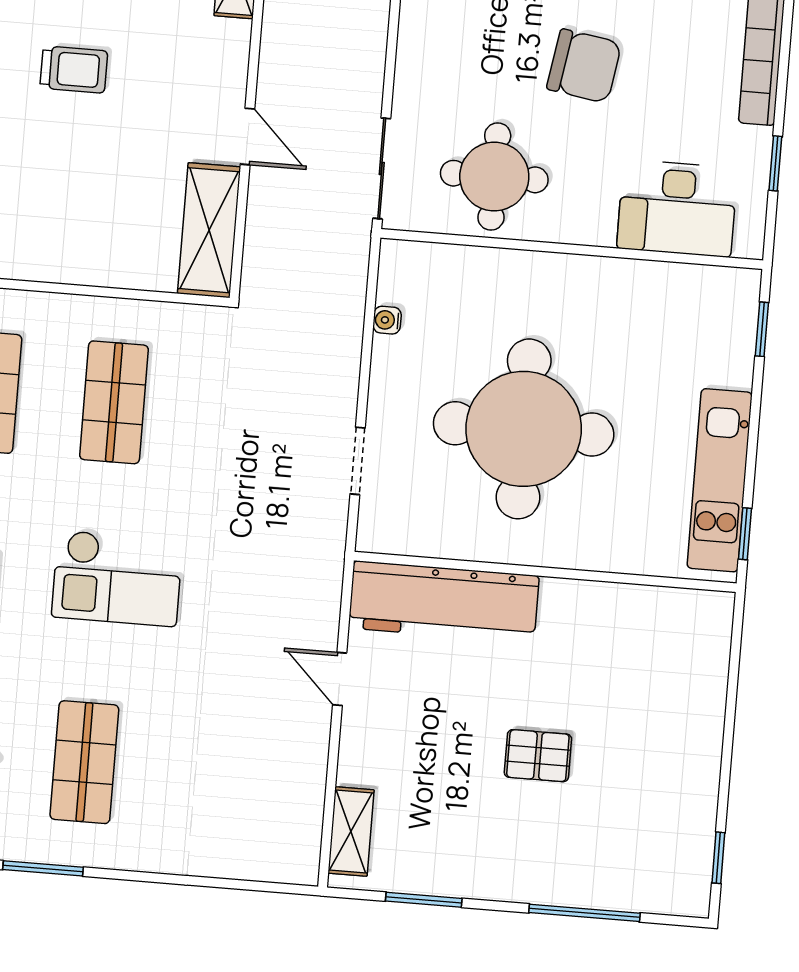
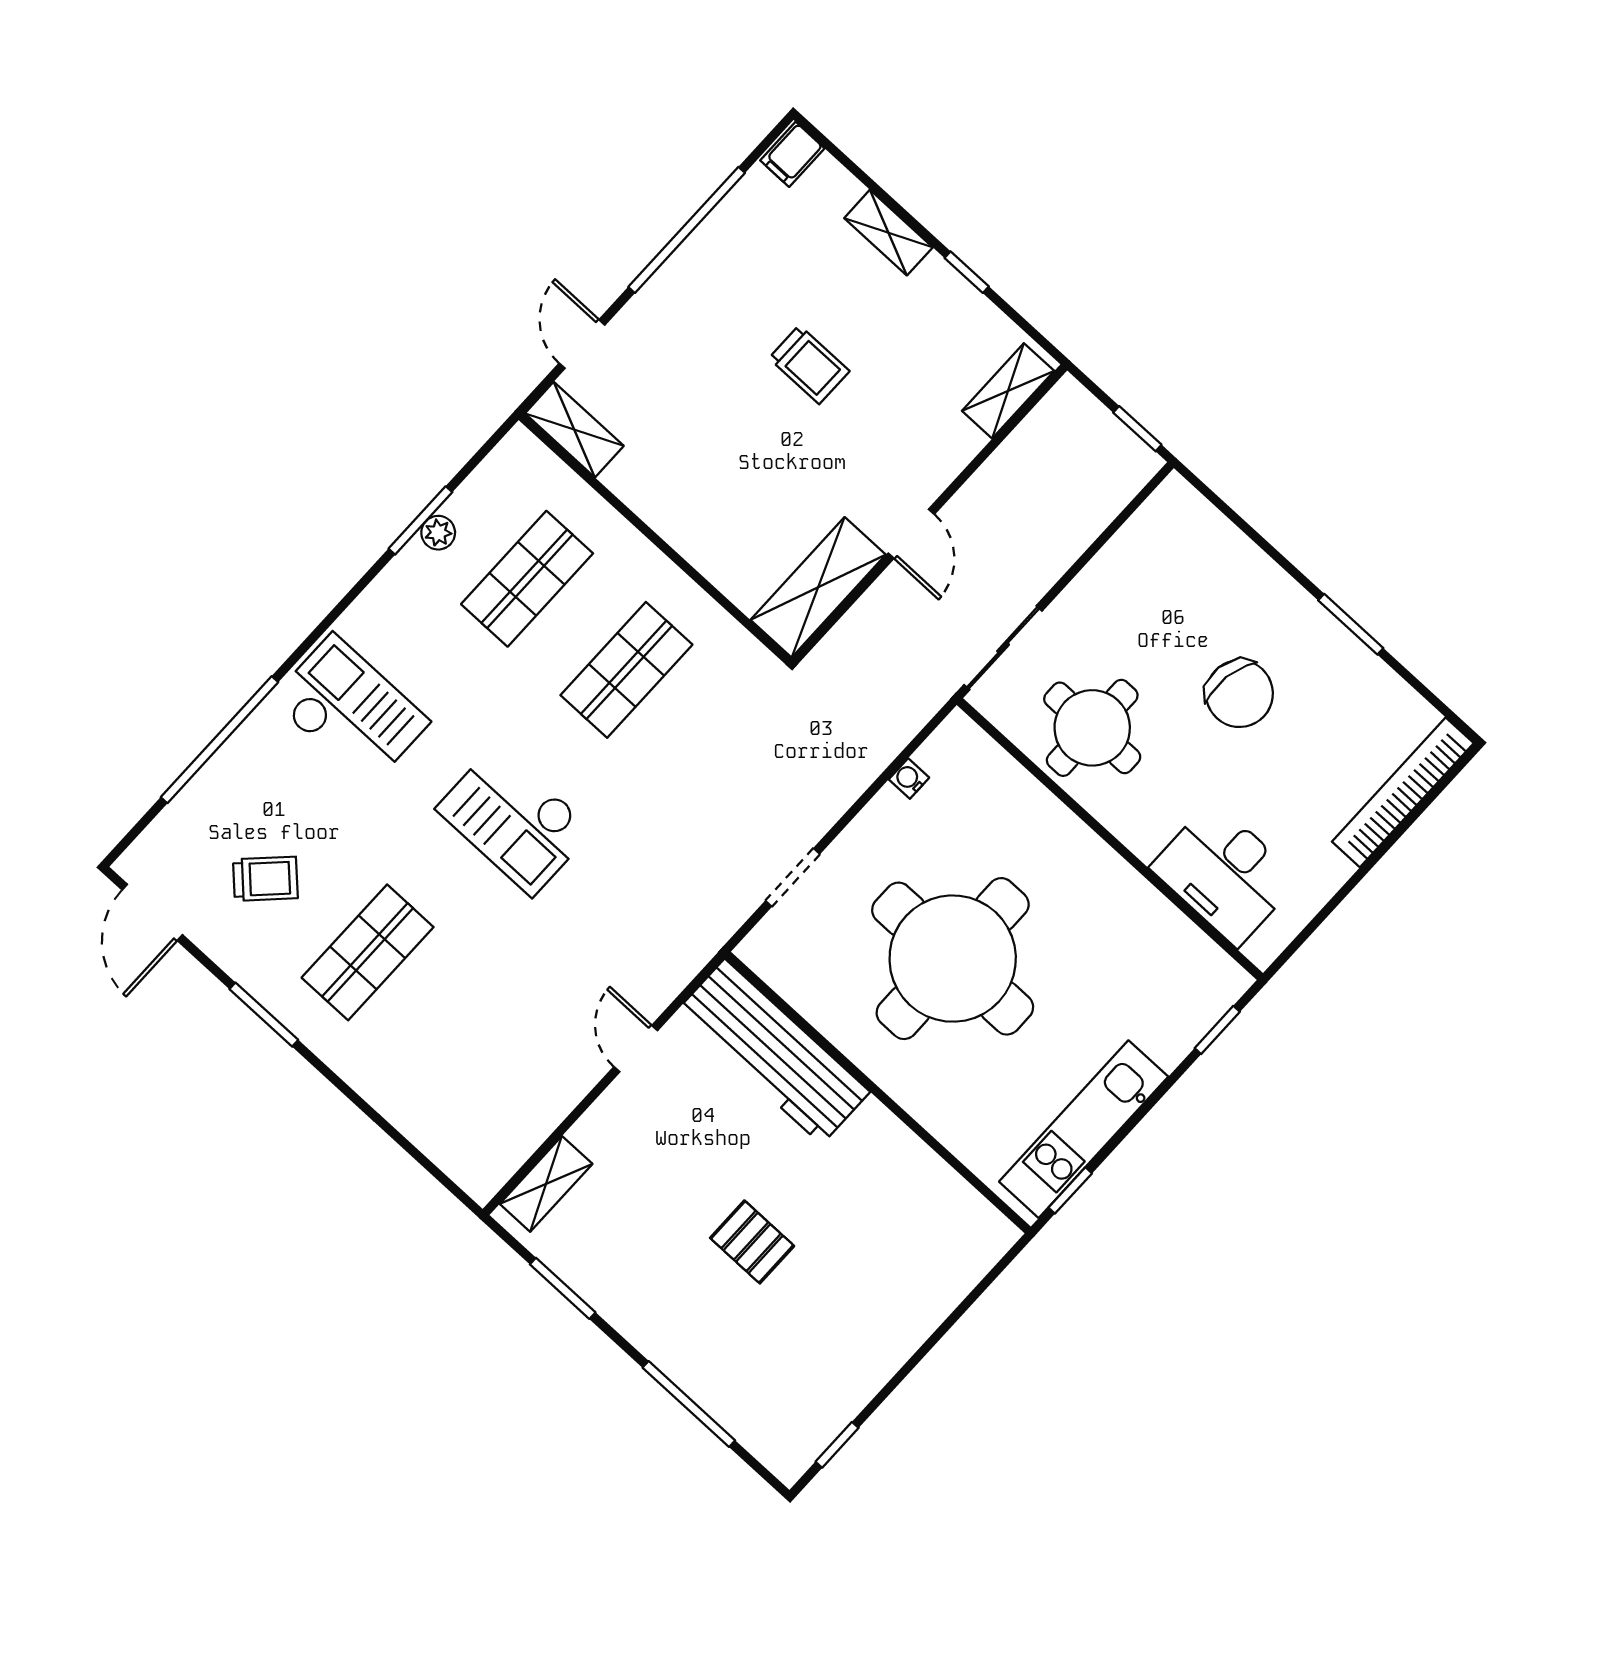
window: (775, 163) -> (1337, 900), removed

